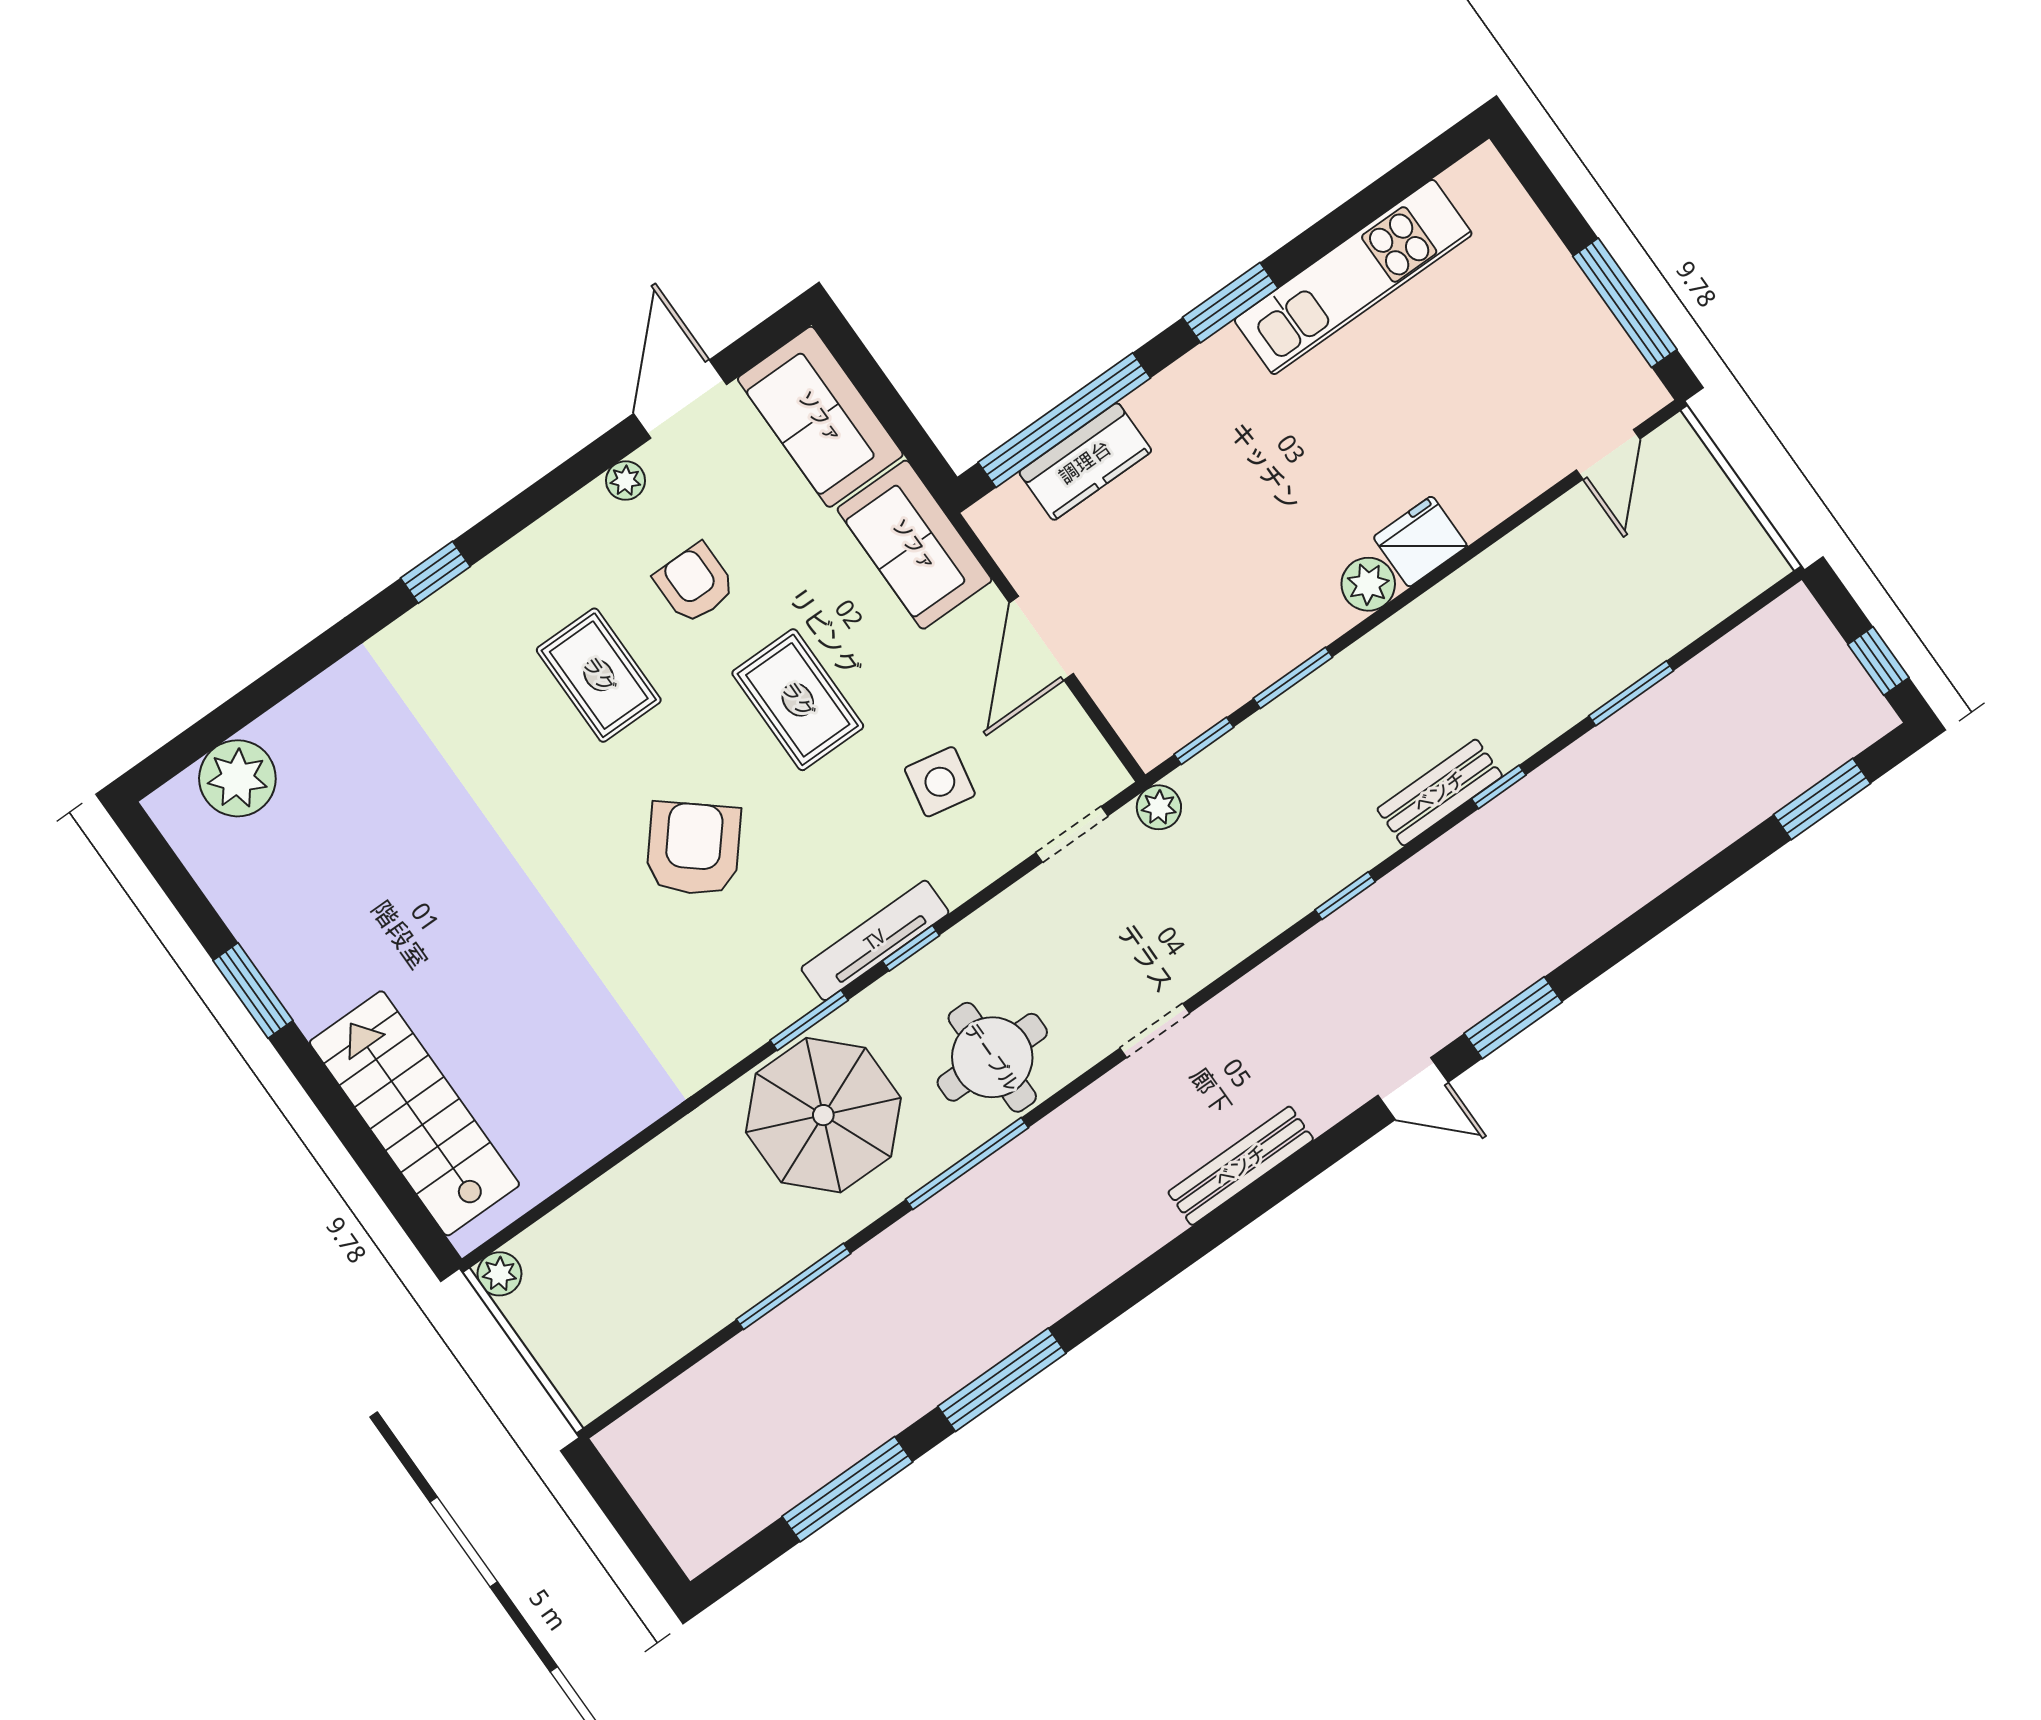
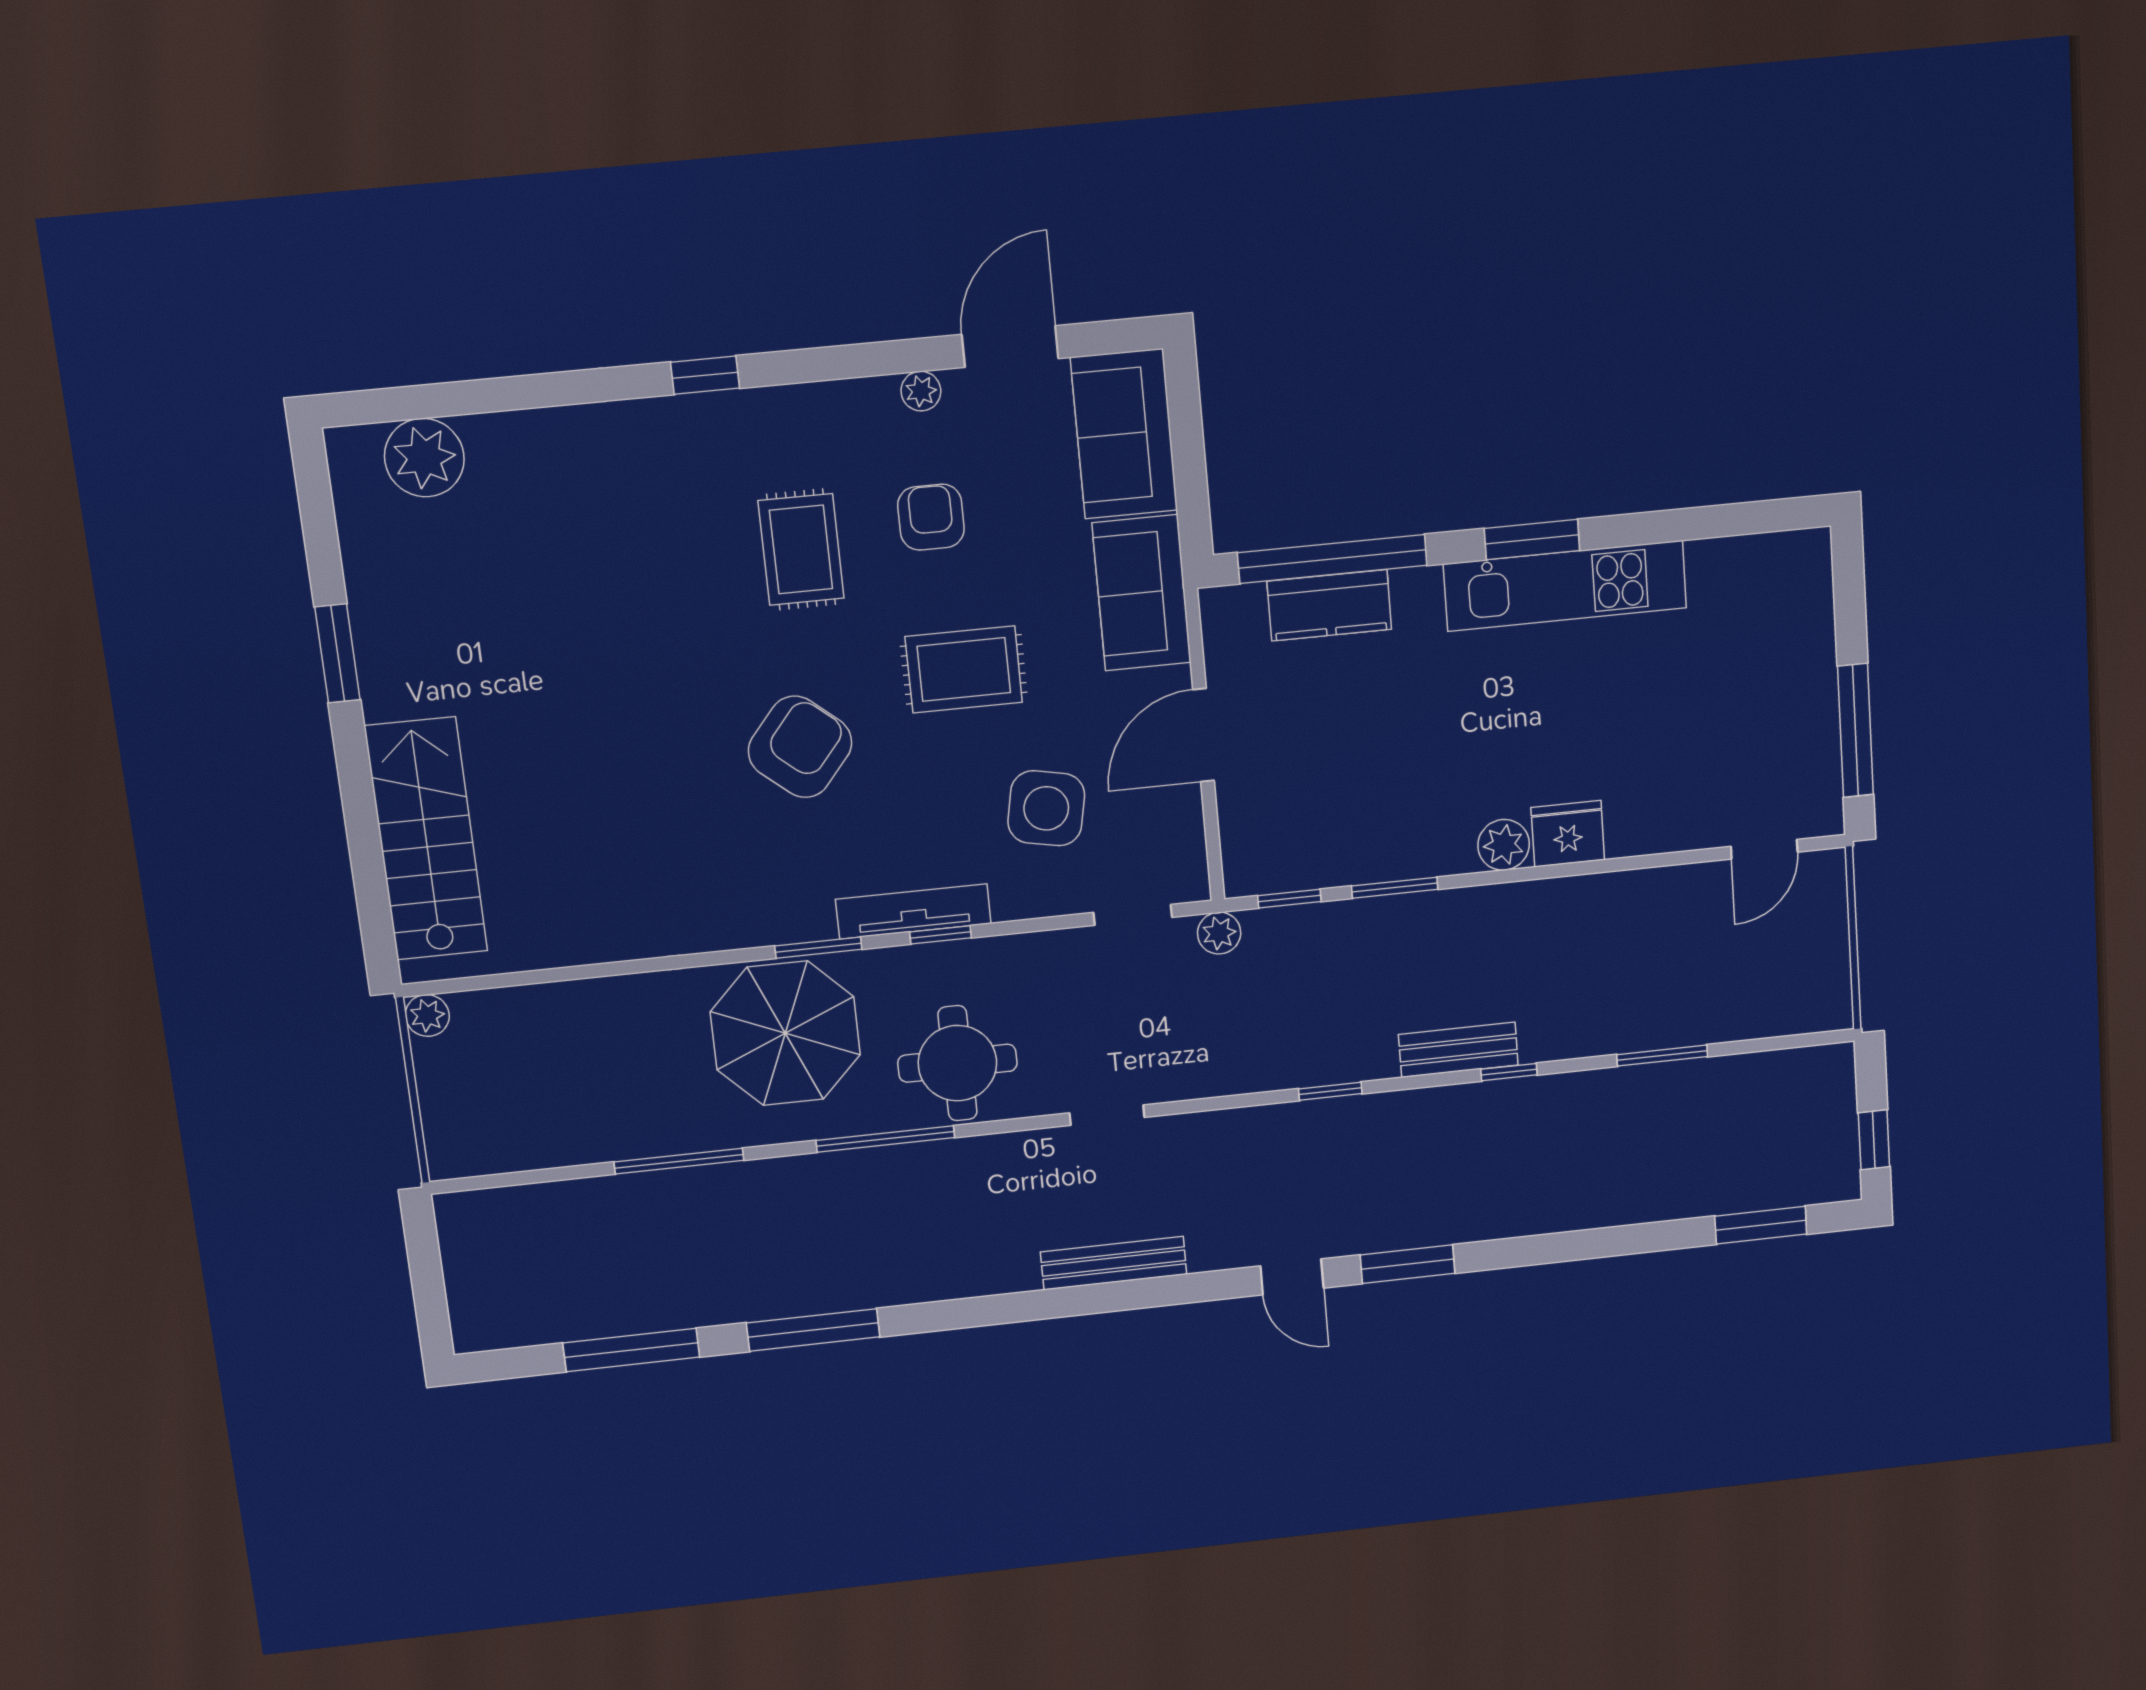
kitchen unit: (1353, 277) -> (1565, 586), moved
rug: (798, 700) -> (964, 669), turned 90
side table: (940, 782) -> (1046, 808), width x1.37, depth x1.37

